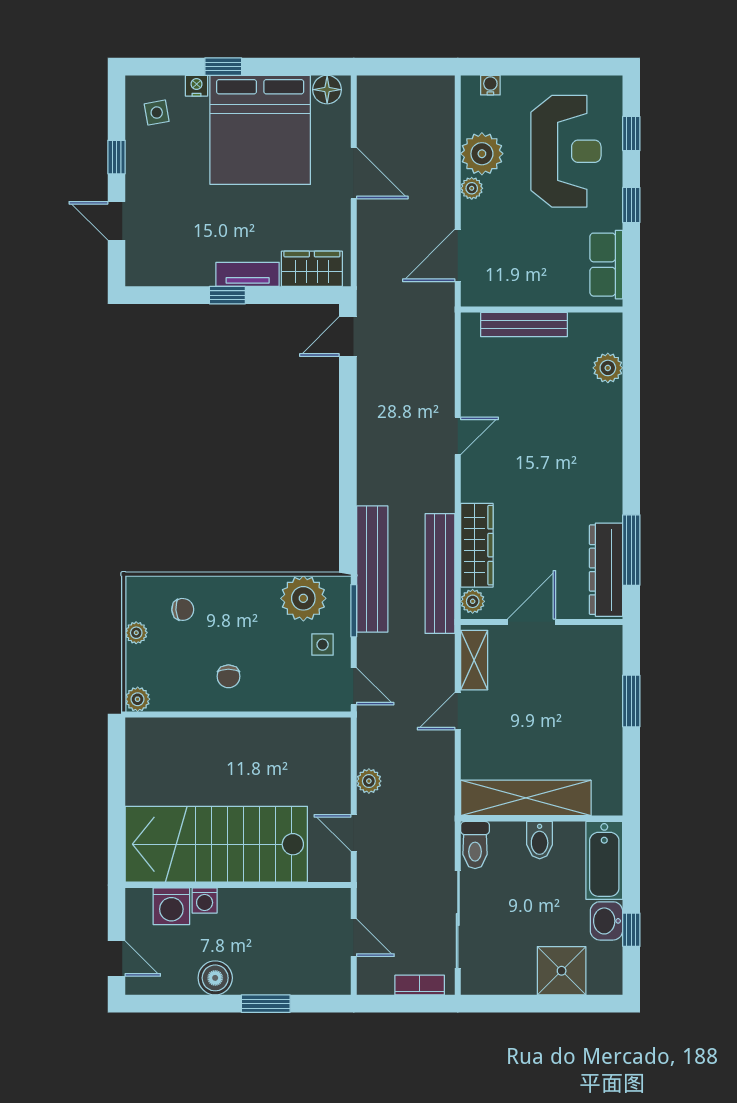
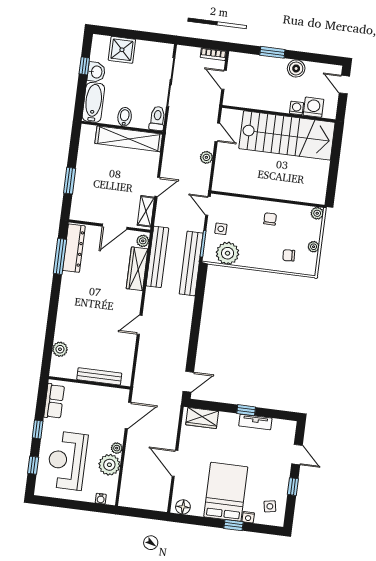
bed: (260, 130) -> (226, 492), width x0.73
tv unit: (248, 274) -> (255, 422), moved
bookcase: (420, 985) -> (213, 54), moved

